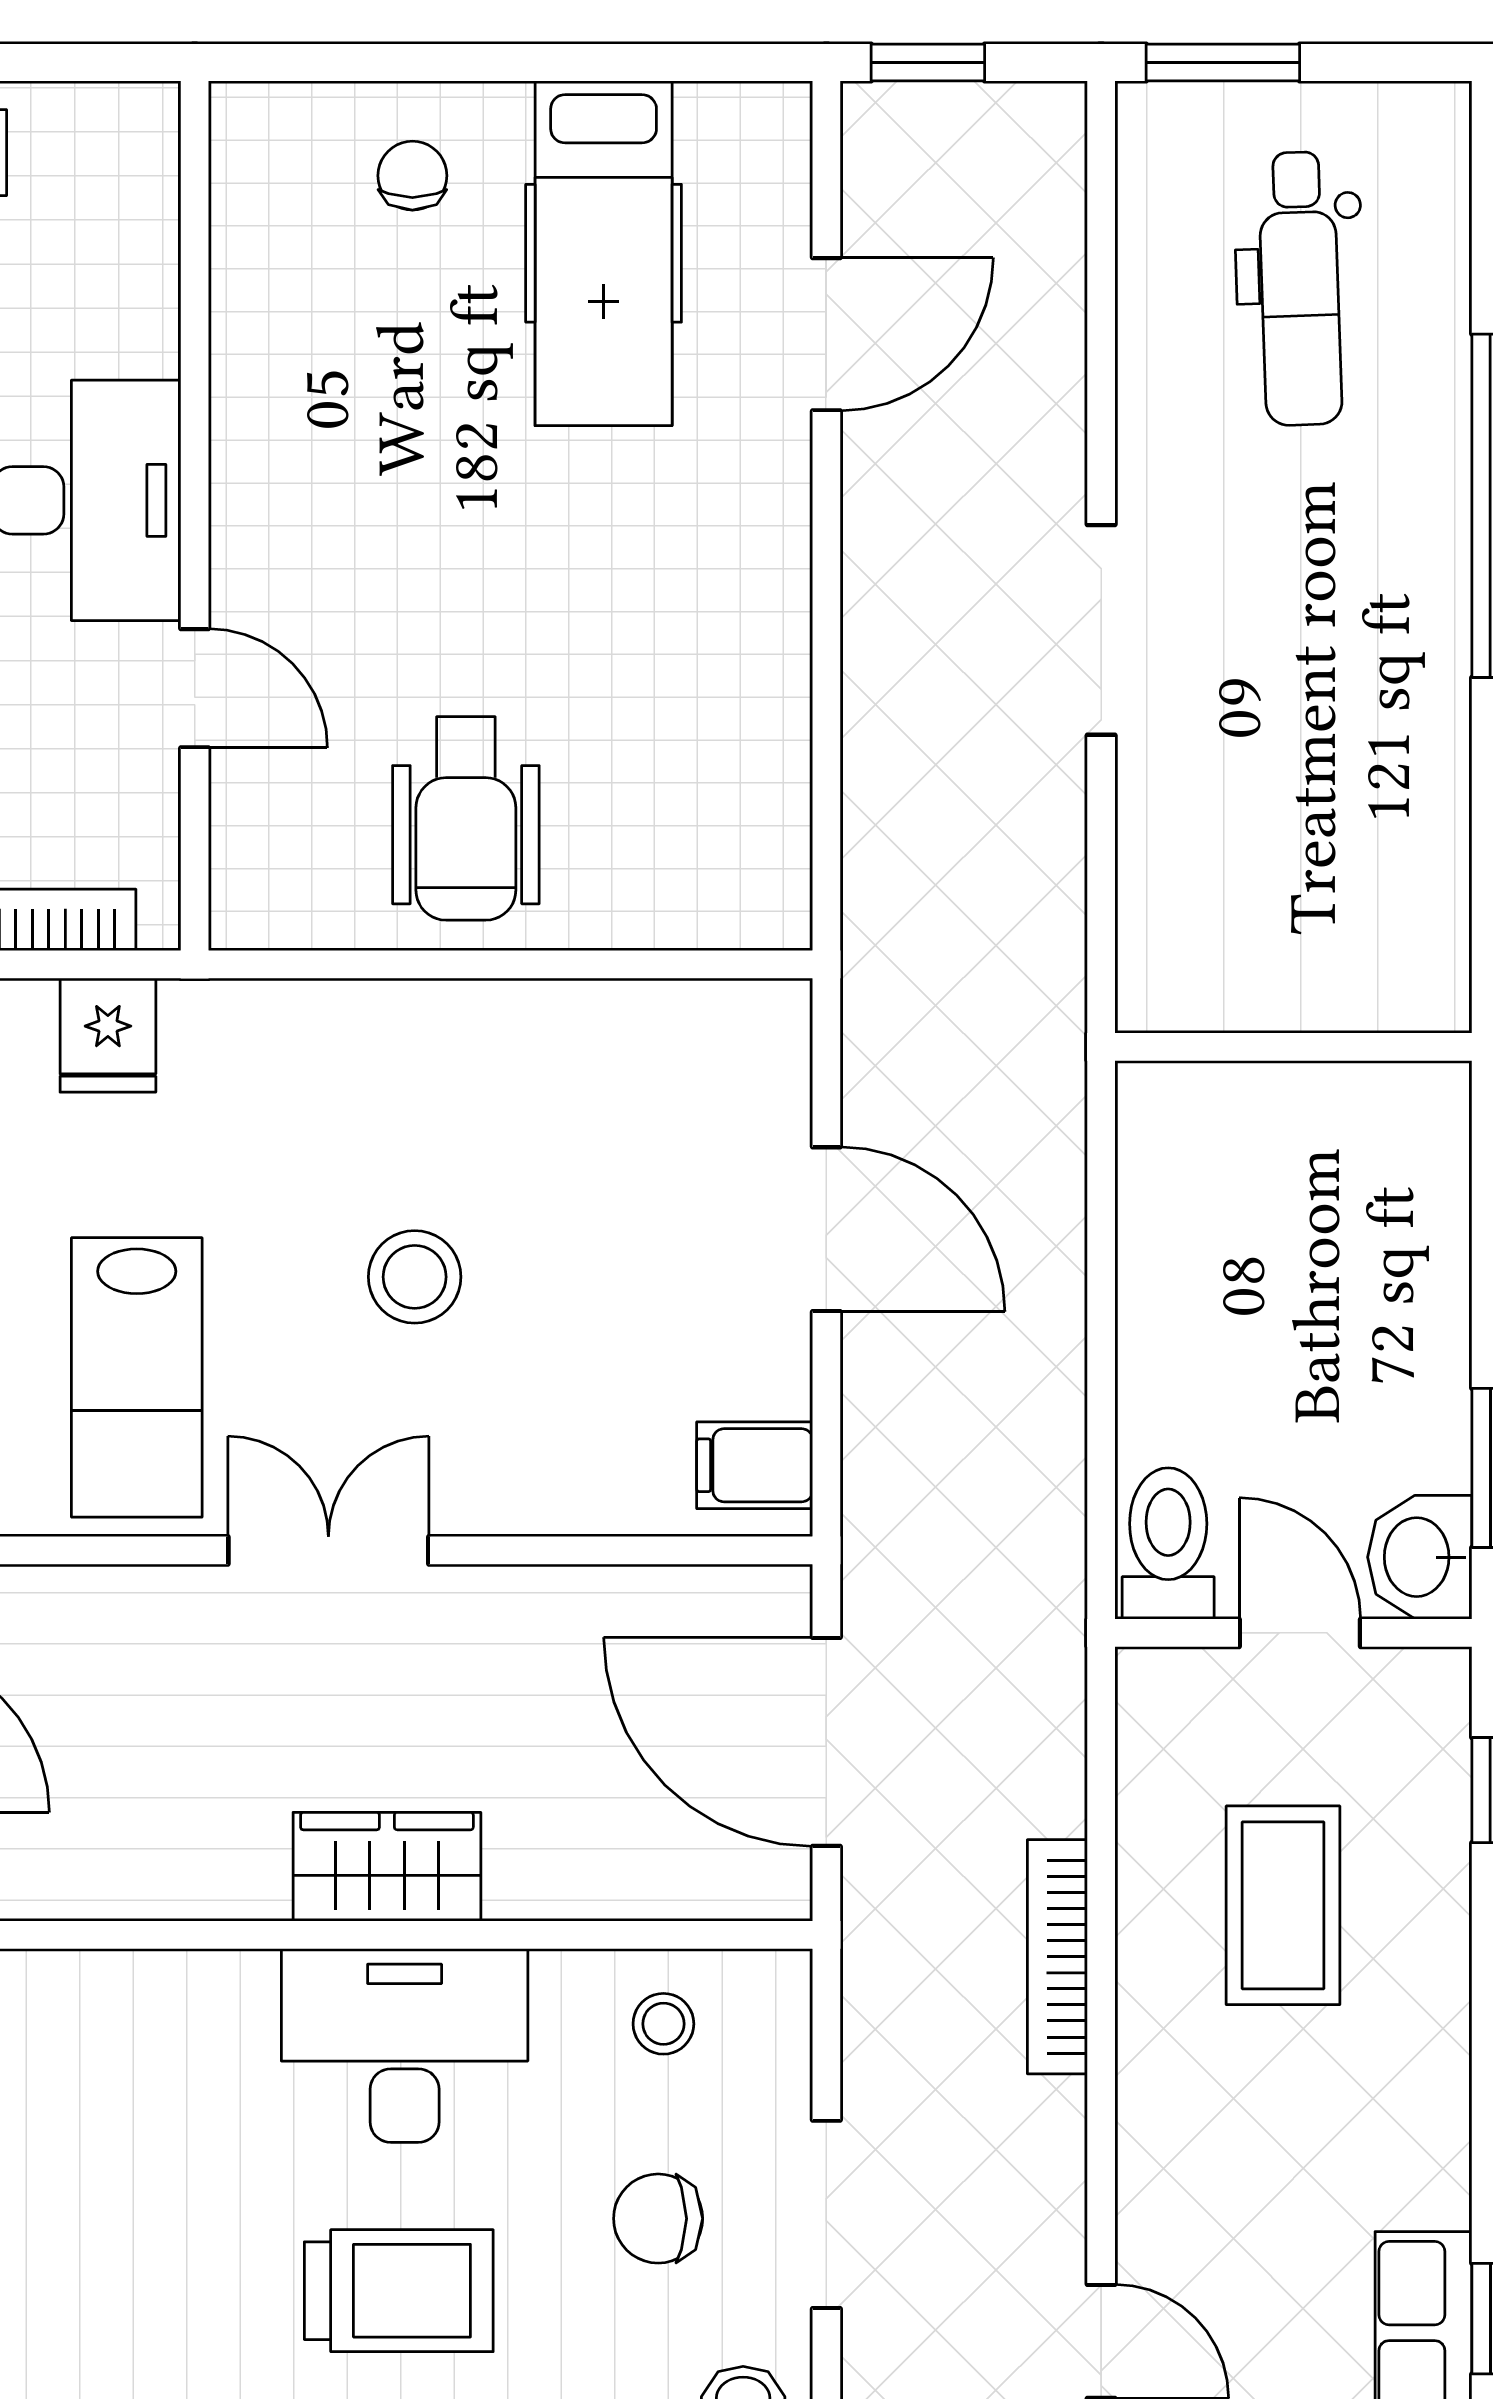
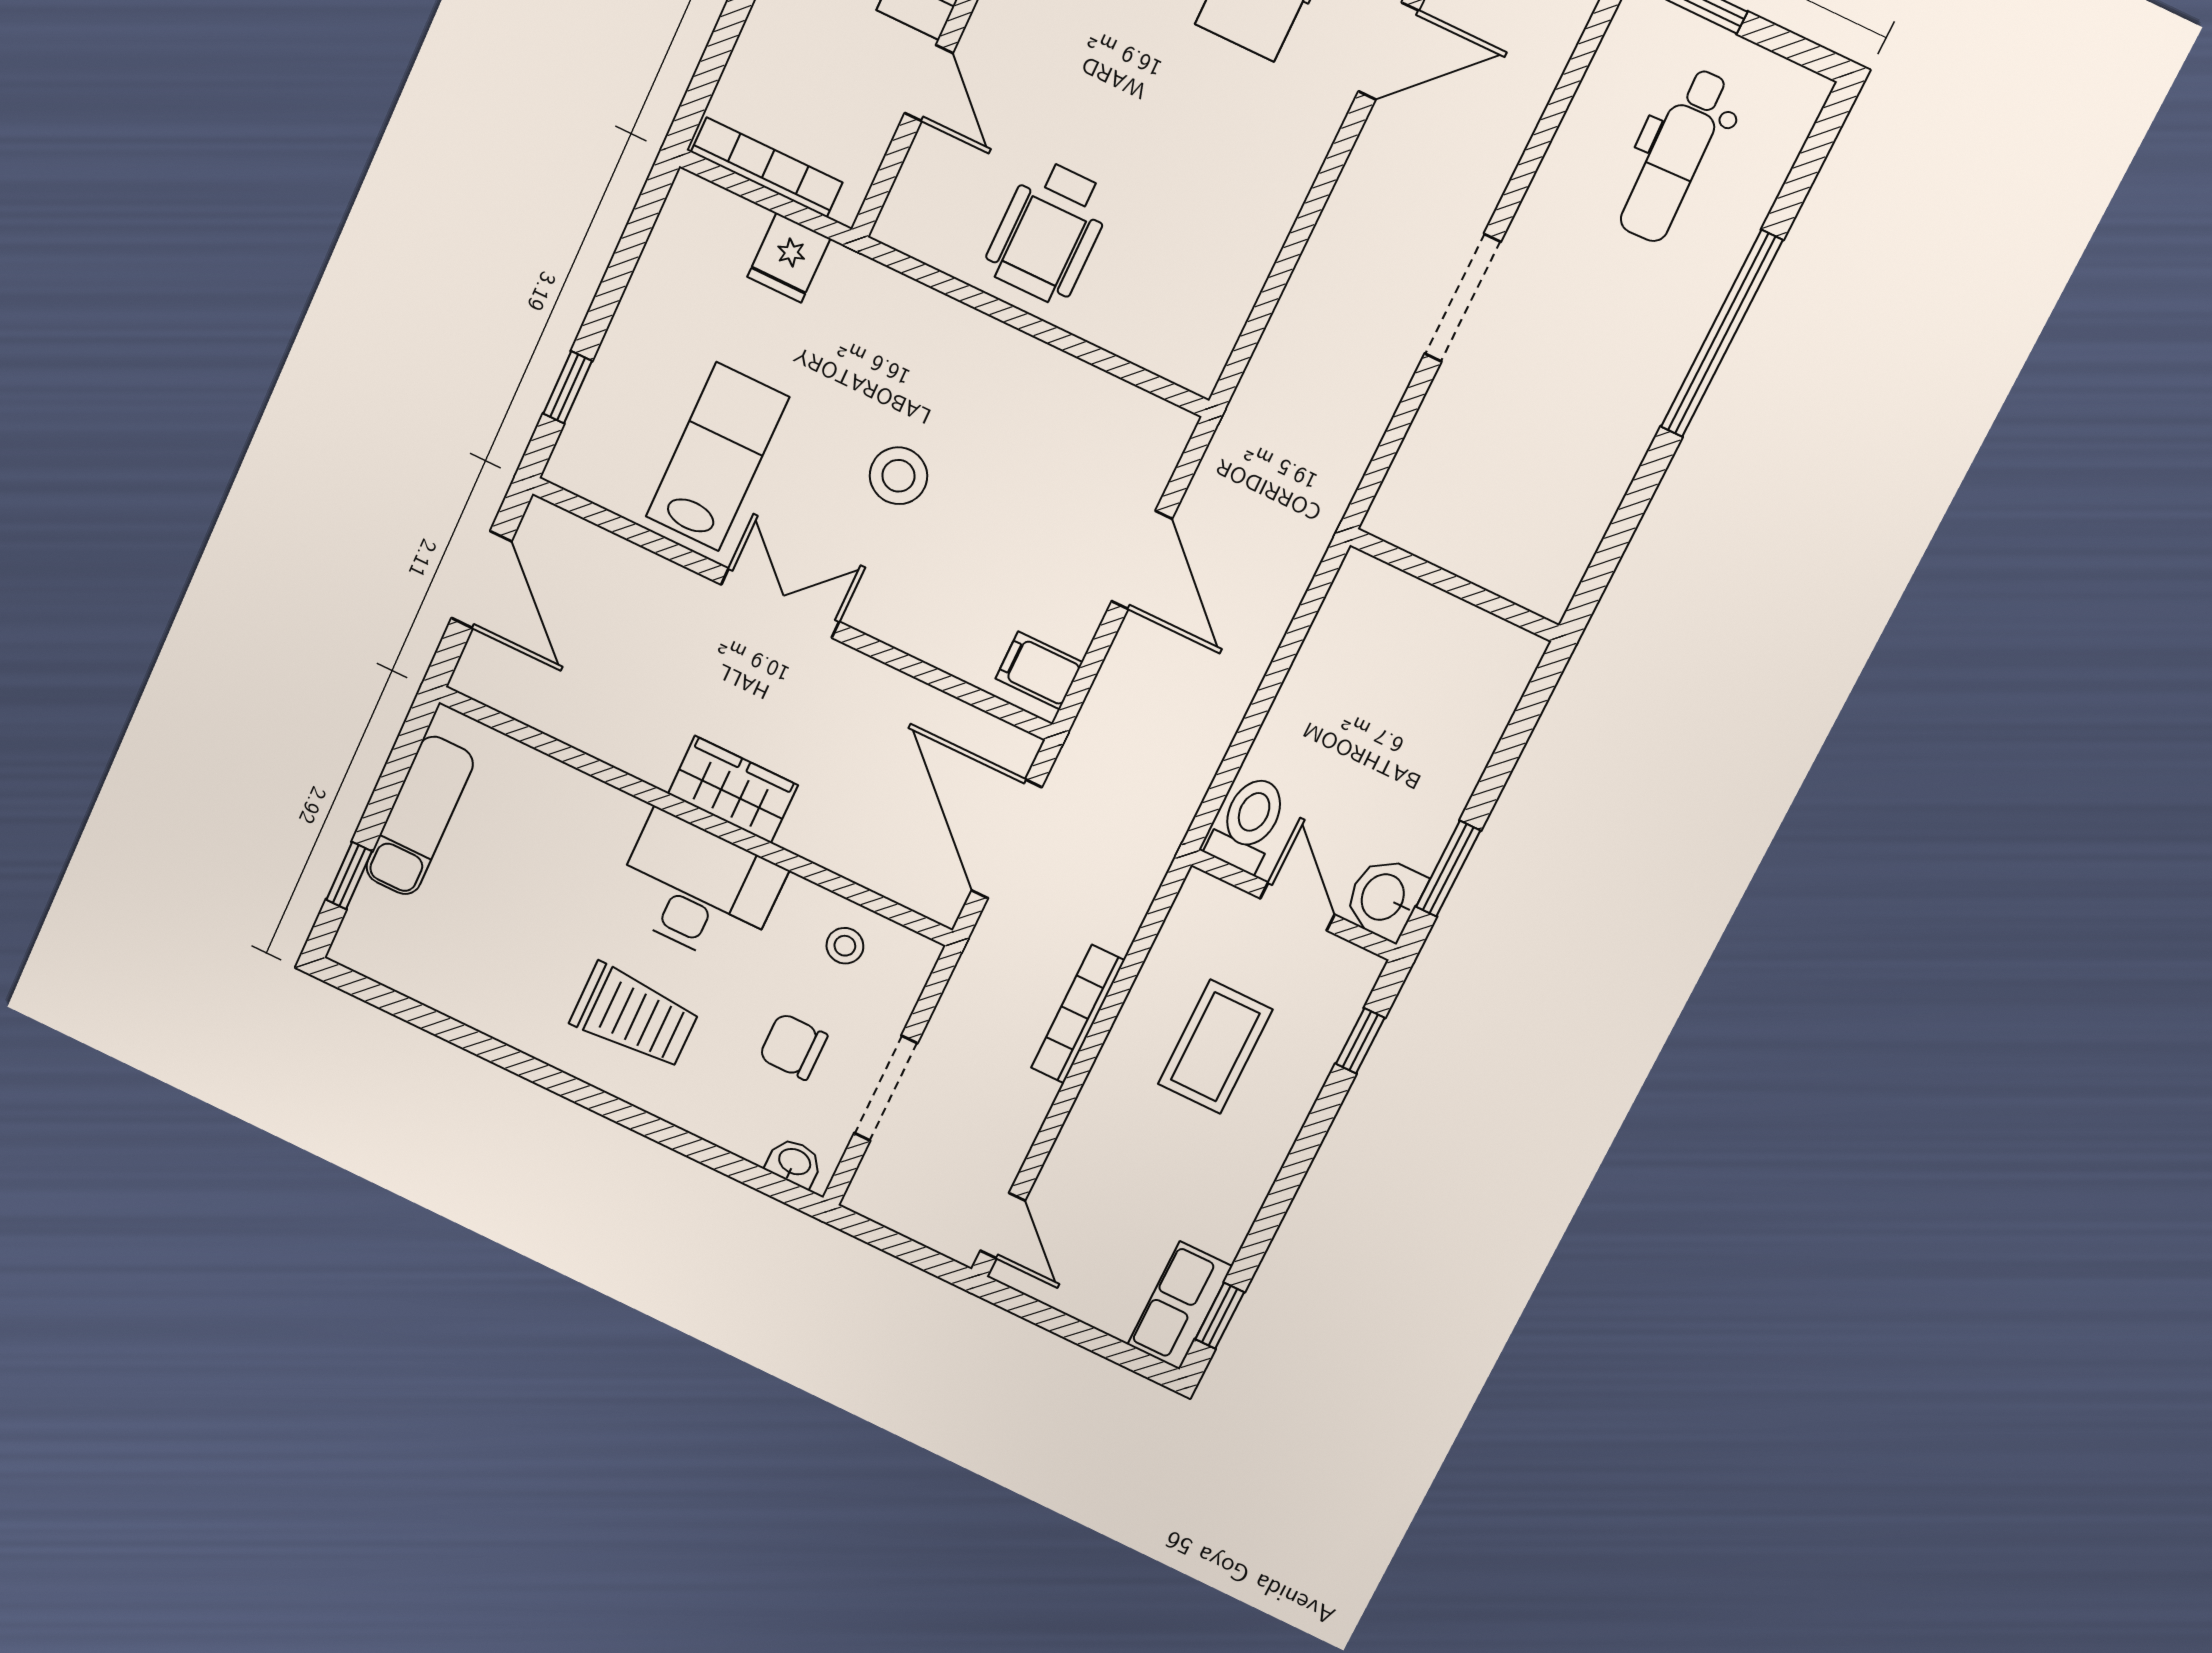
lab bench: (137, 1377) -> (717, 457), turned 180

